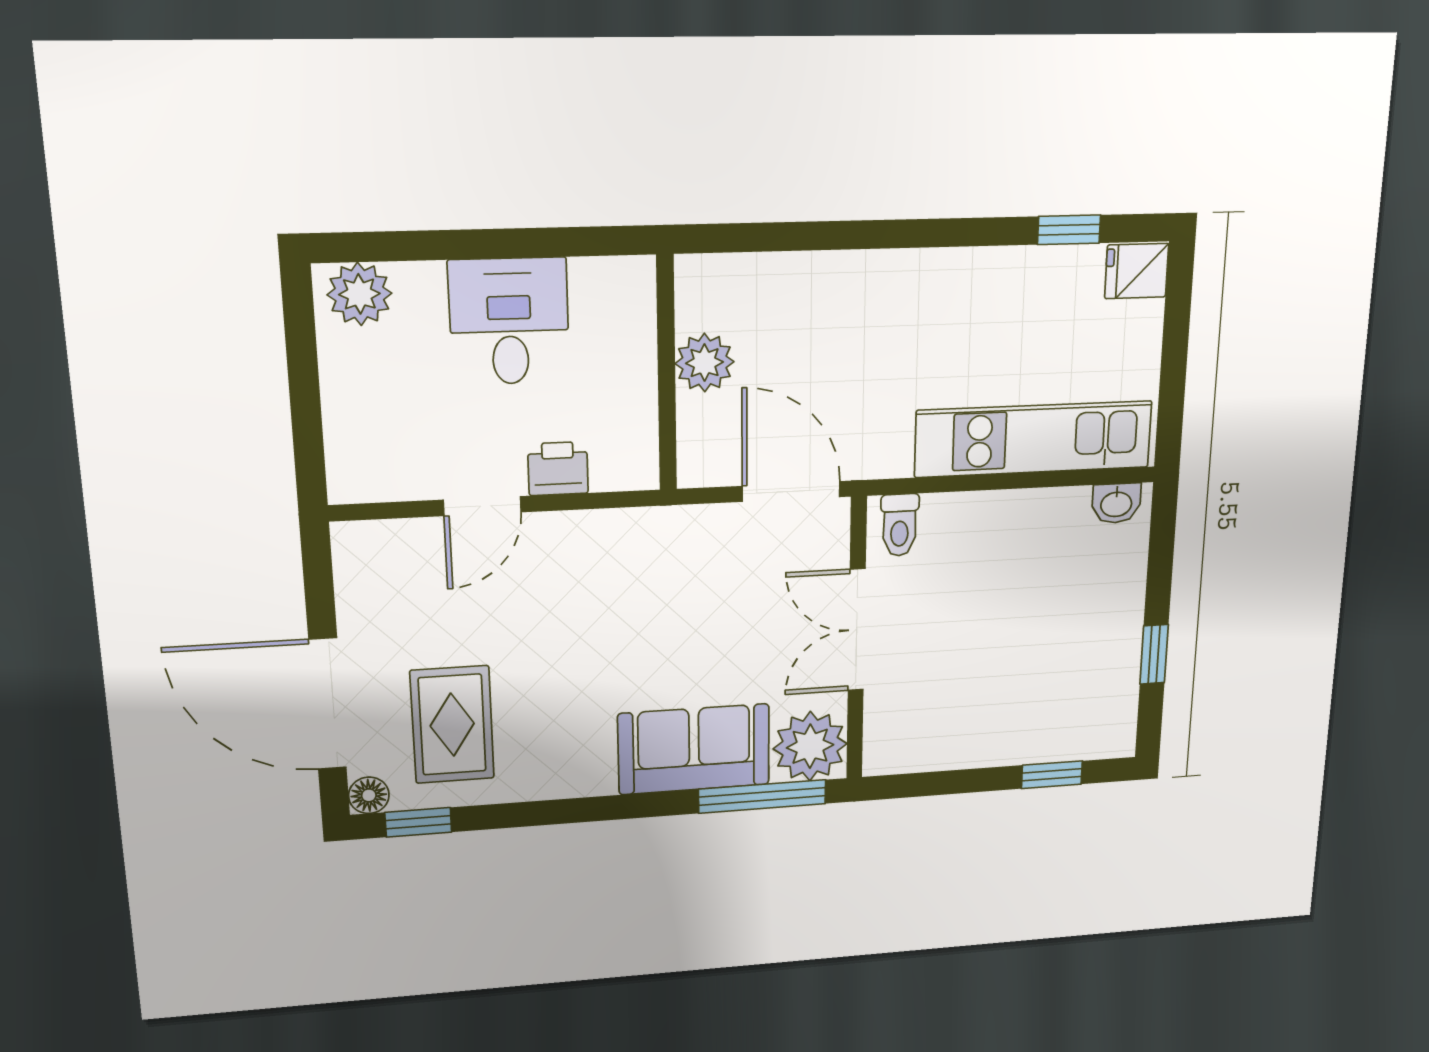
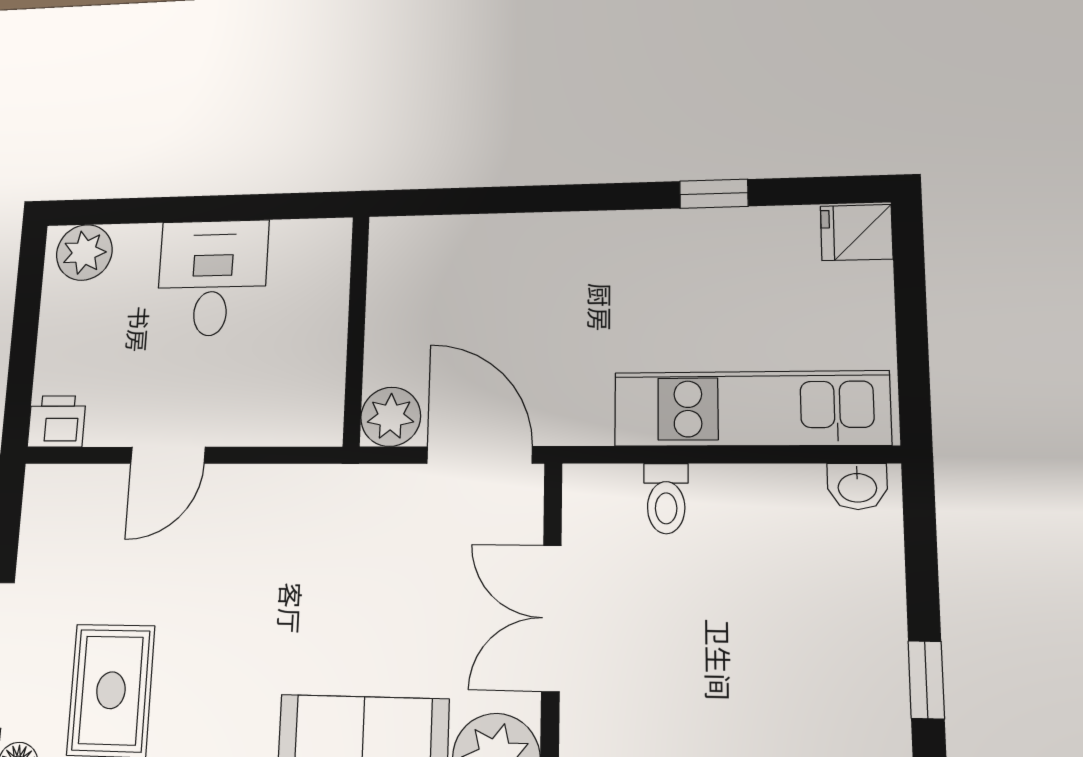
window: (1069, 230) -> (714, 194), moved
plant: (705, 363) -> (391, 417), moved
printer: (558, 469) -> (57, 421), moved
toilet: (900, 525) -> (666, 498), moved

